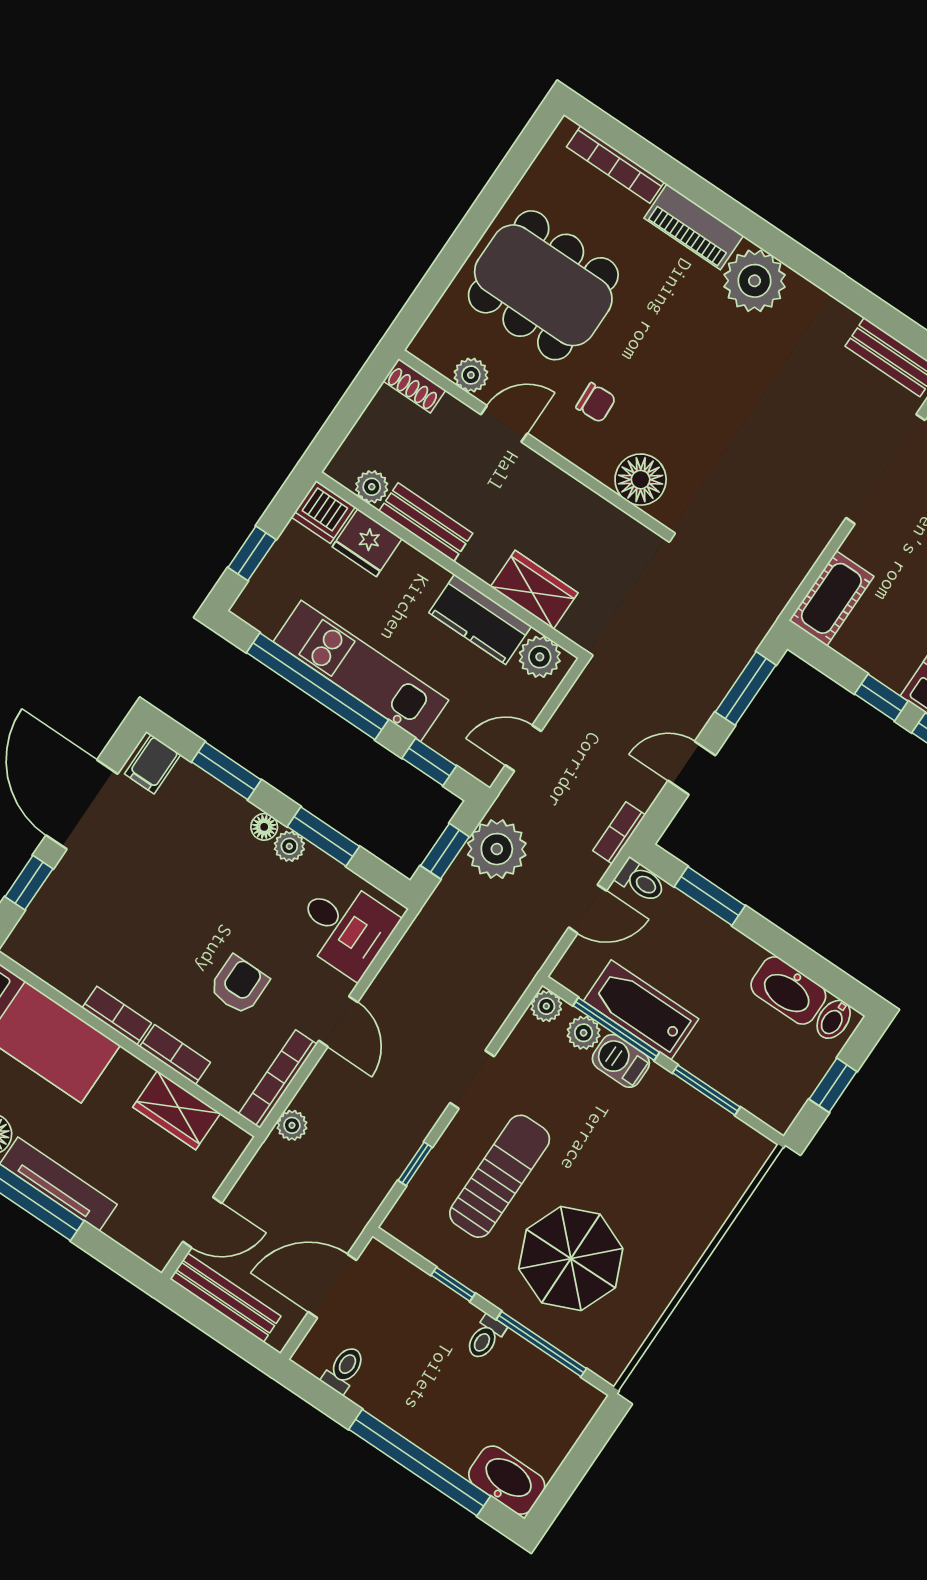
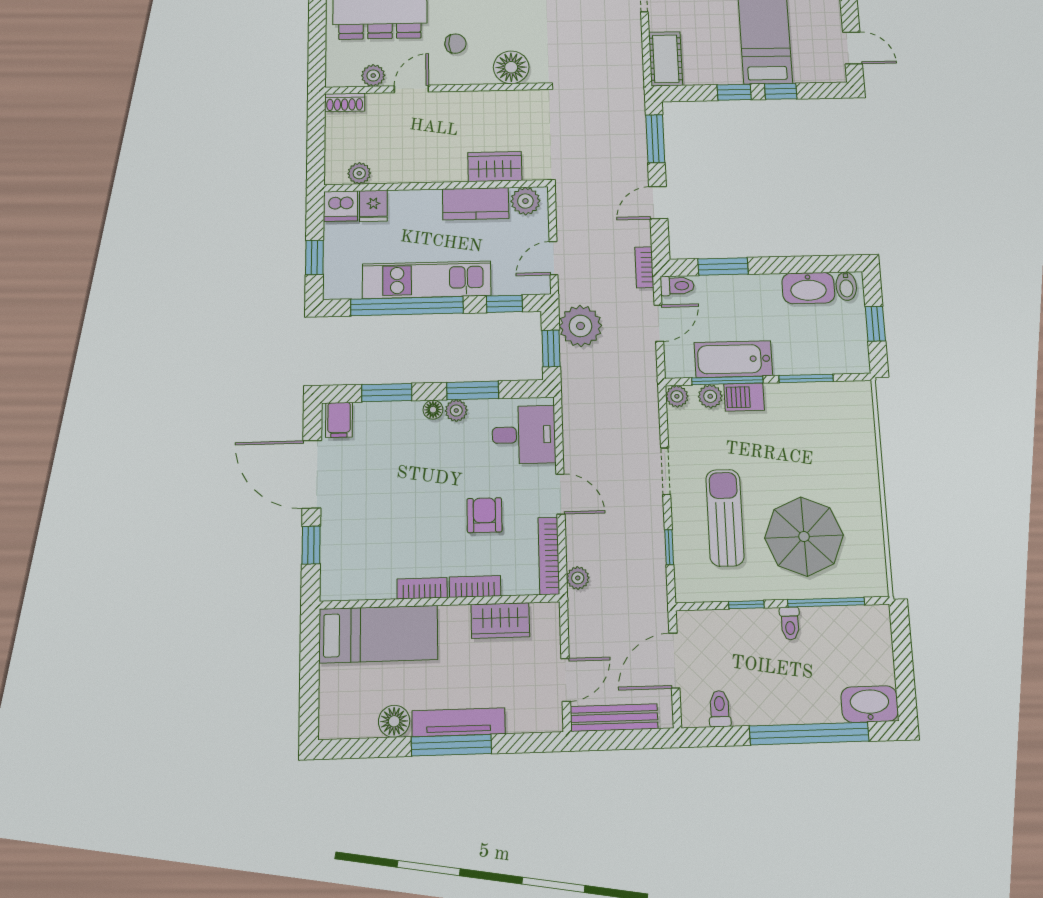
bench: (426, 522) -> (405, 172), removed
fridge: (367, 543) -> (373, 206), width x0.72

